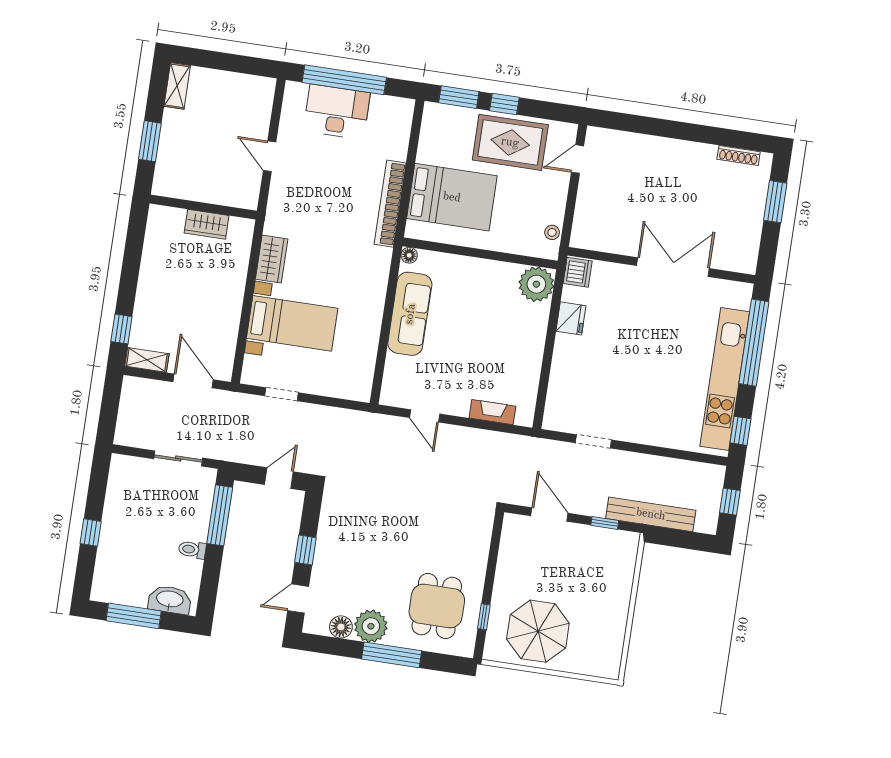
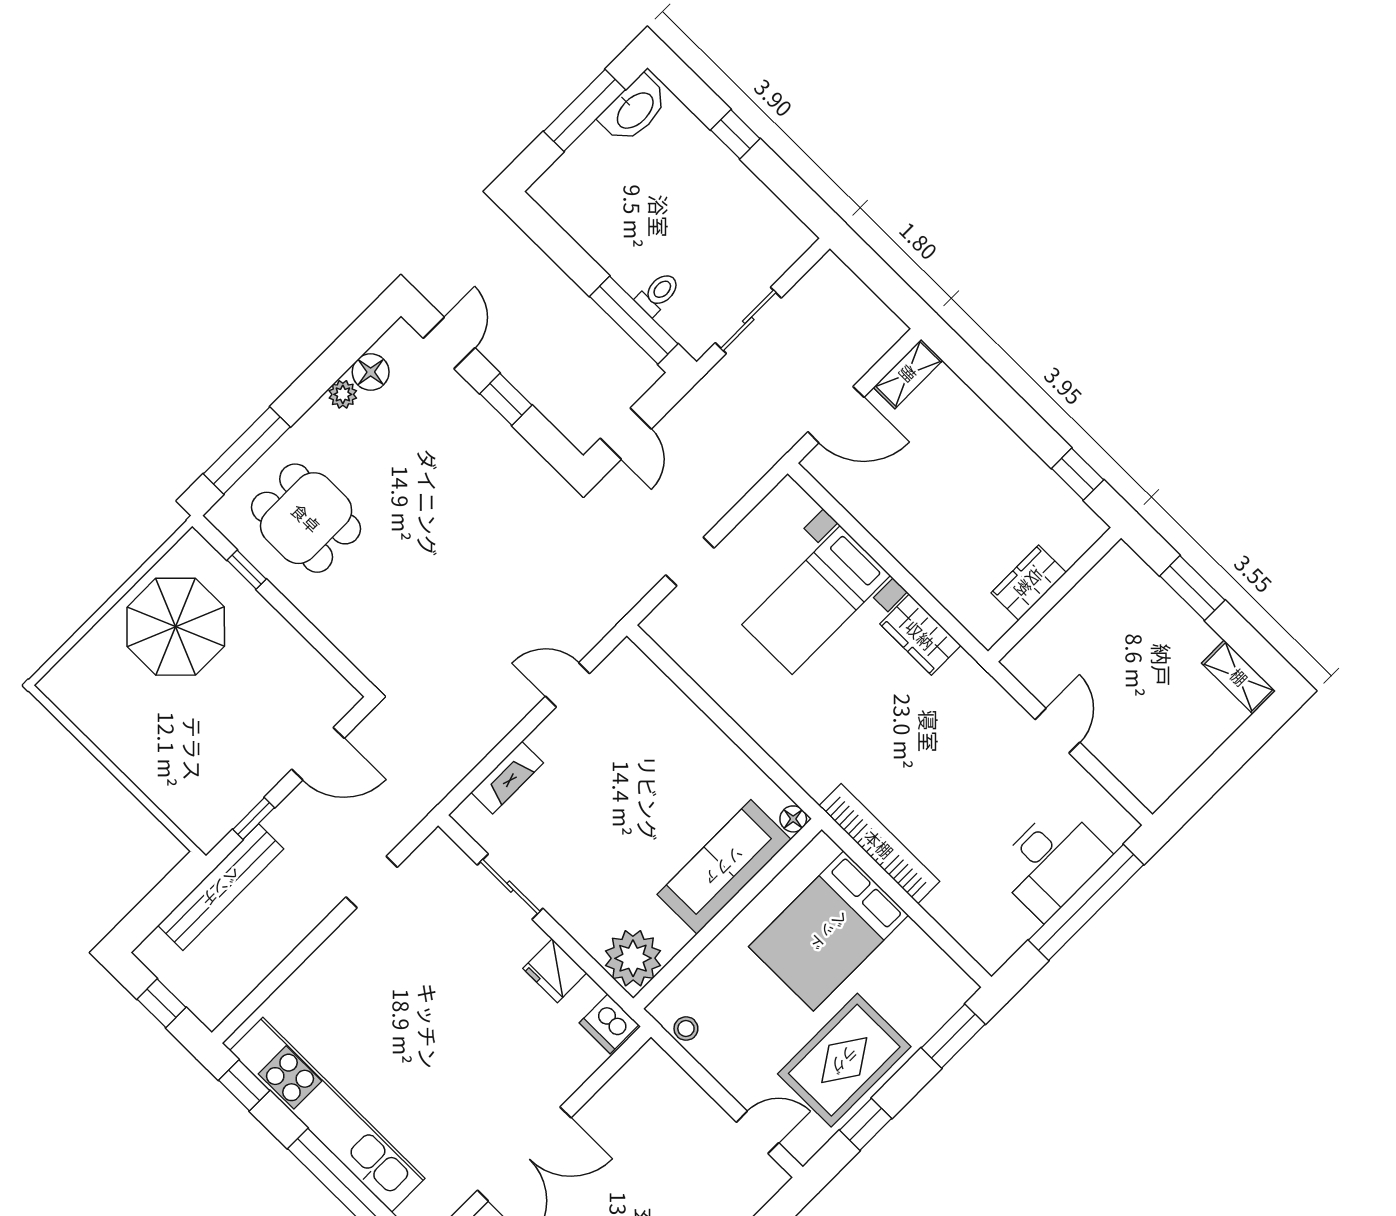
window: (504, 104) -> (866, 1124), moved
door: (270, 156) -> (1057, 731), hinge flipped
door: (578, 159) -> (758, 1132), hinge flipped
sofa: (410, 314) -> (724, 867), moved, turned 90
window: (121, 329) -> (1078, 474), moved
sliding door: (545, 371) -> (510, 887), added
doorway: (281, 394) -> (690, 562), moved
toilet: (192, 550) -> (658, 294), moved
washbasin: (170, 600) -> (634, 110), moved
plant: (371, 626) -> (343, 394), width x0.53, depth x0.53
window: (392, 655) -> (247, 450), moved

